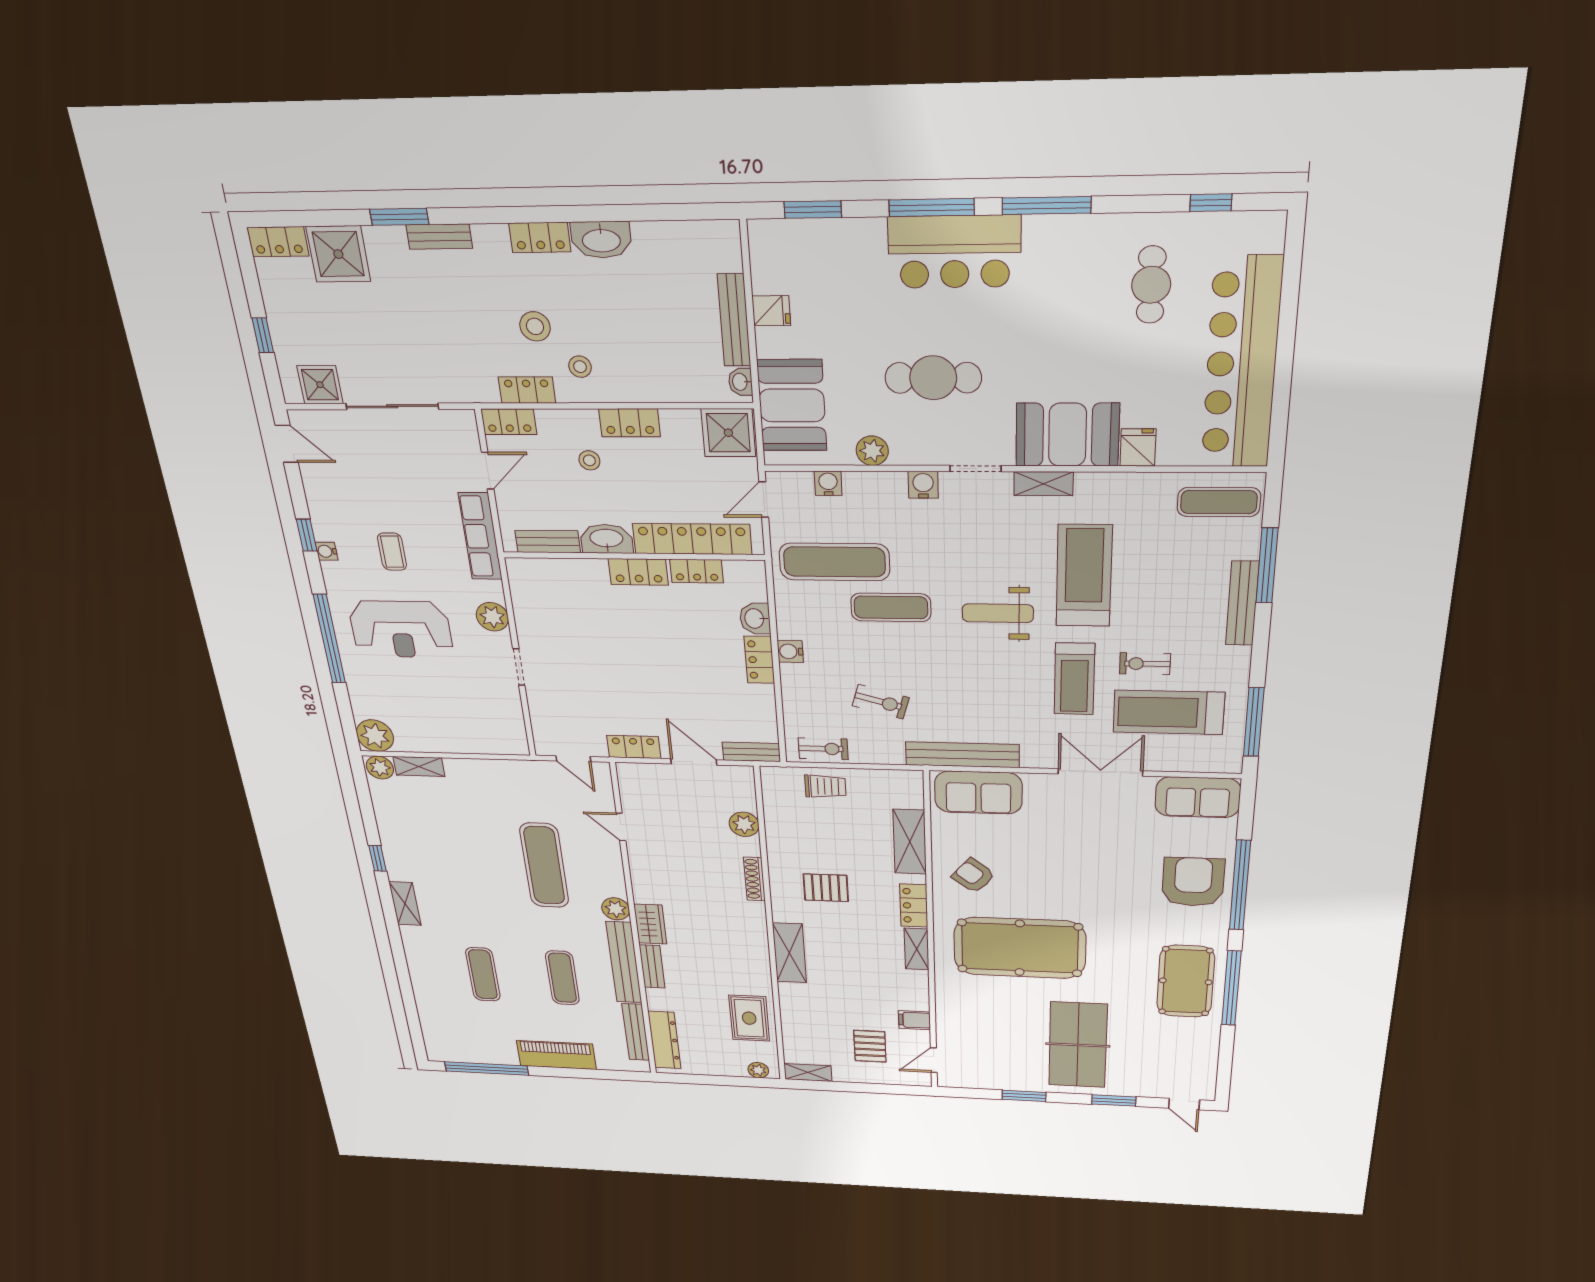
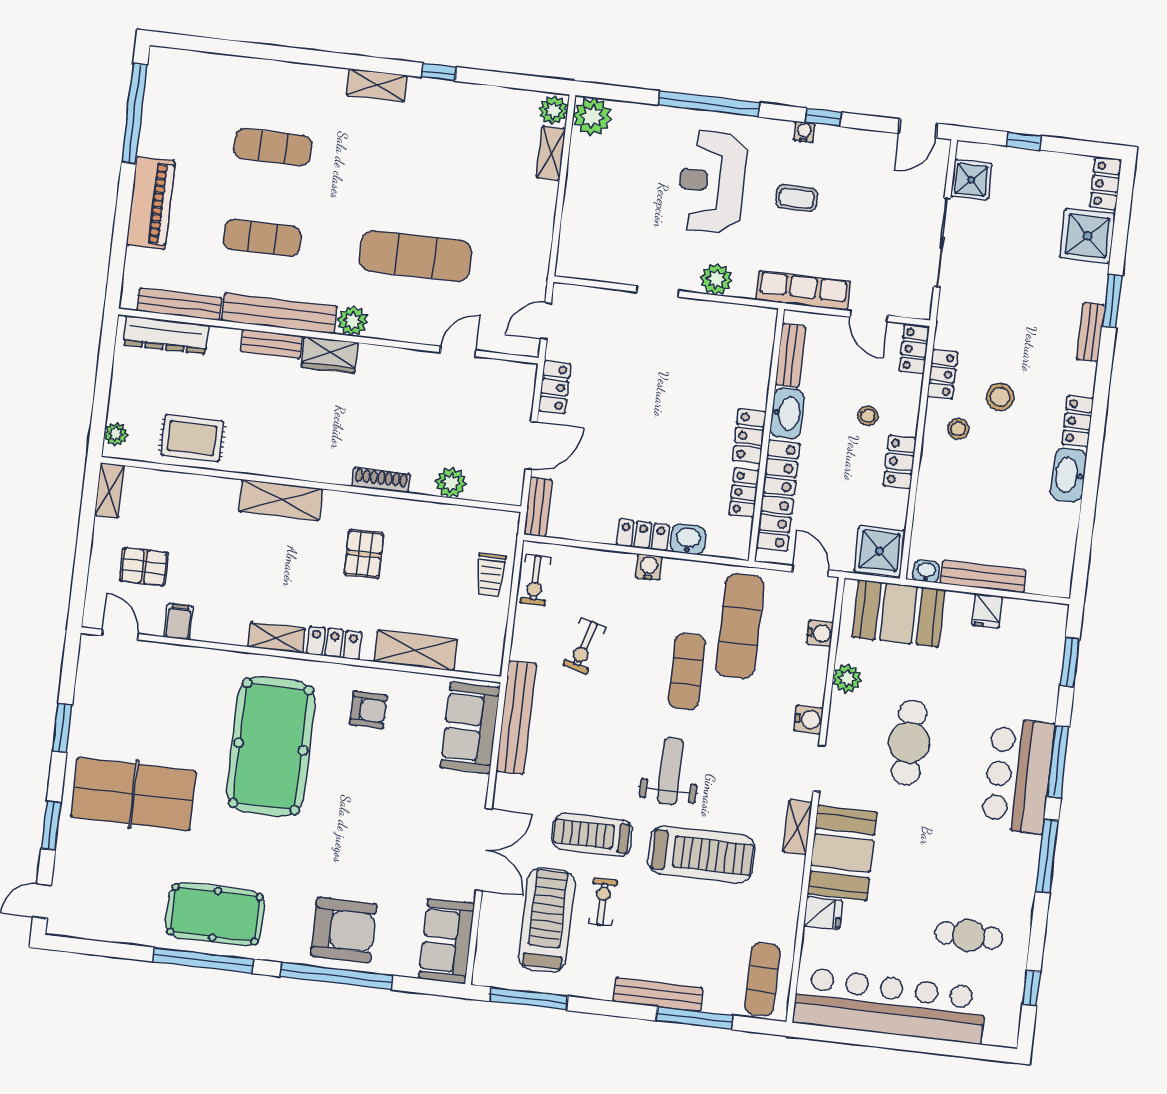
armchair: (973, 876) -> (368, 710), turned 52

